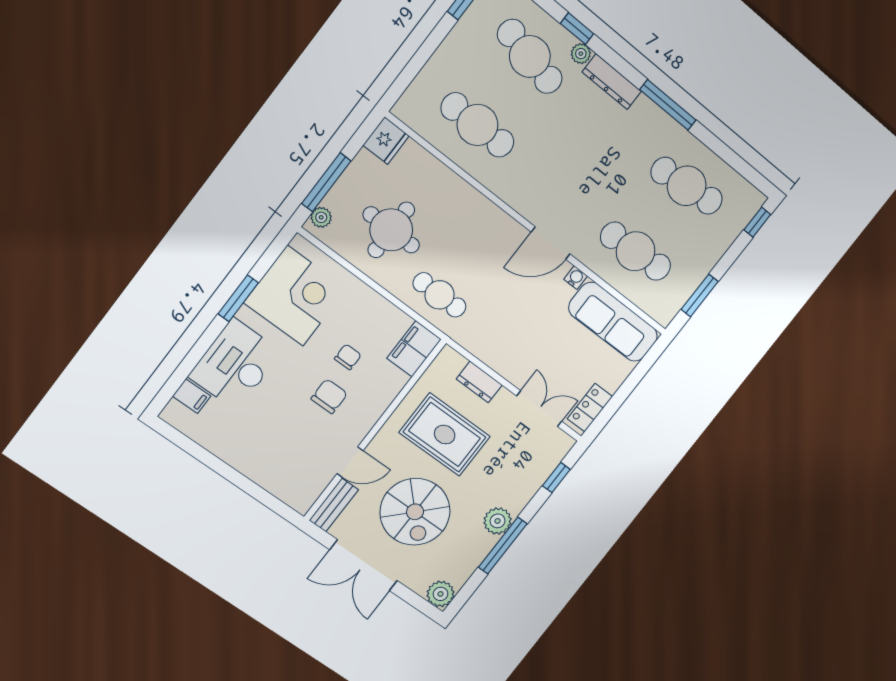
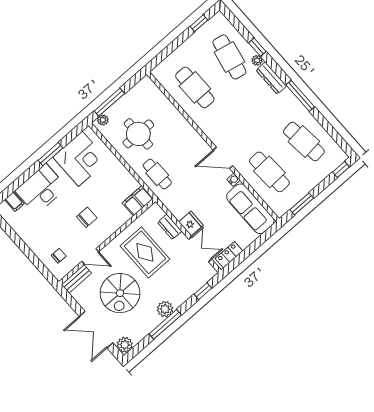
fridge: (386, 141) -> (191, 224), moved, turned -90
chair: (348, 357) -> (59, 256), moved
double door: (364, 565) -> (96, 330), moved

